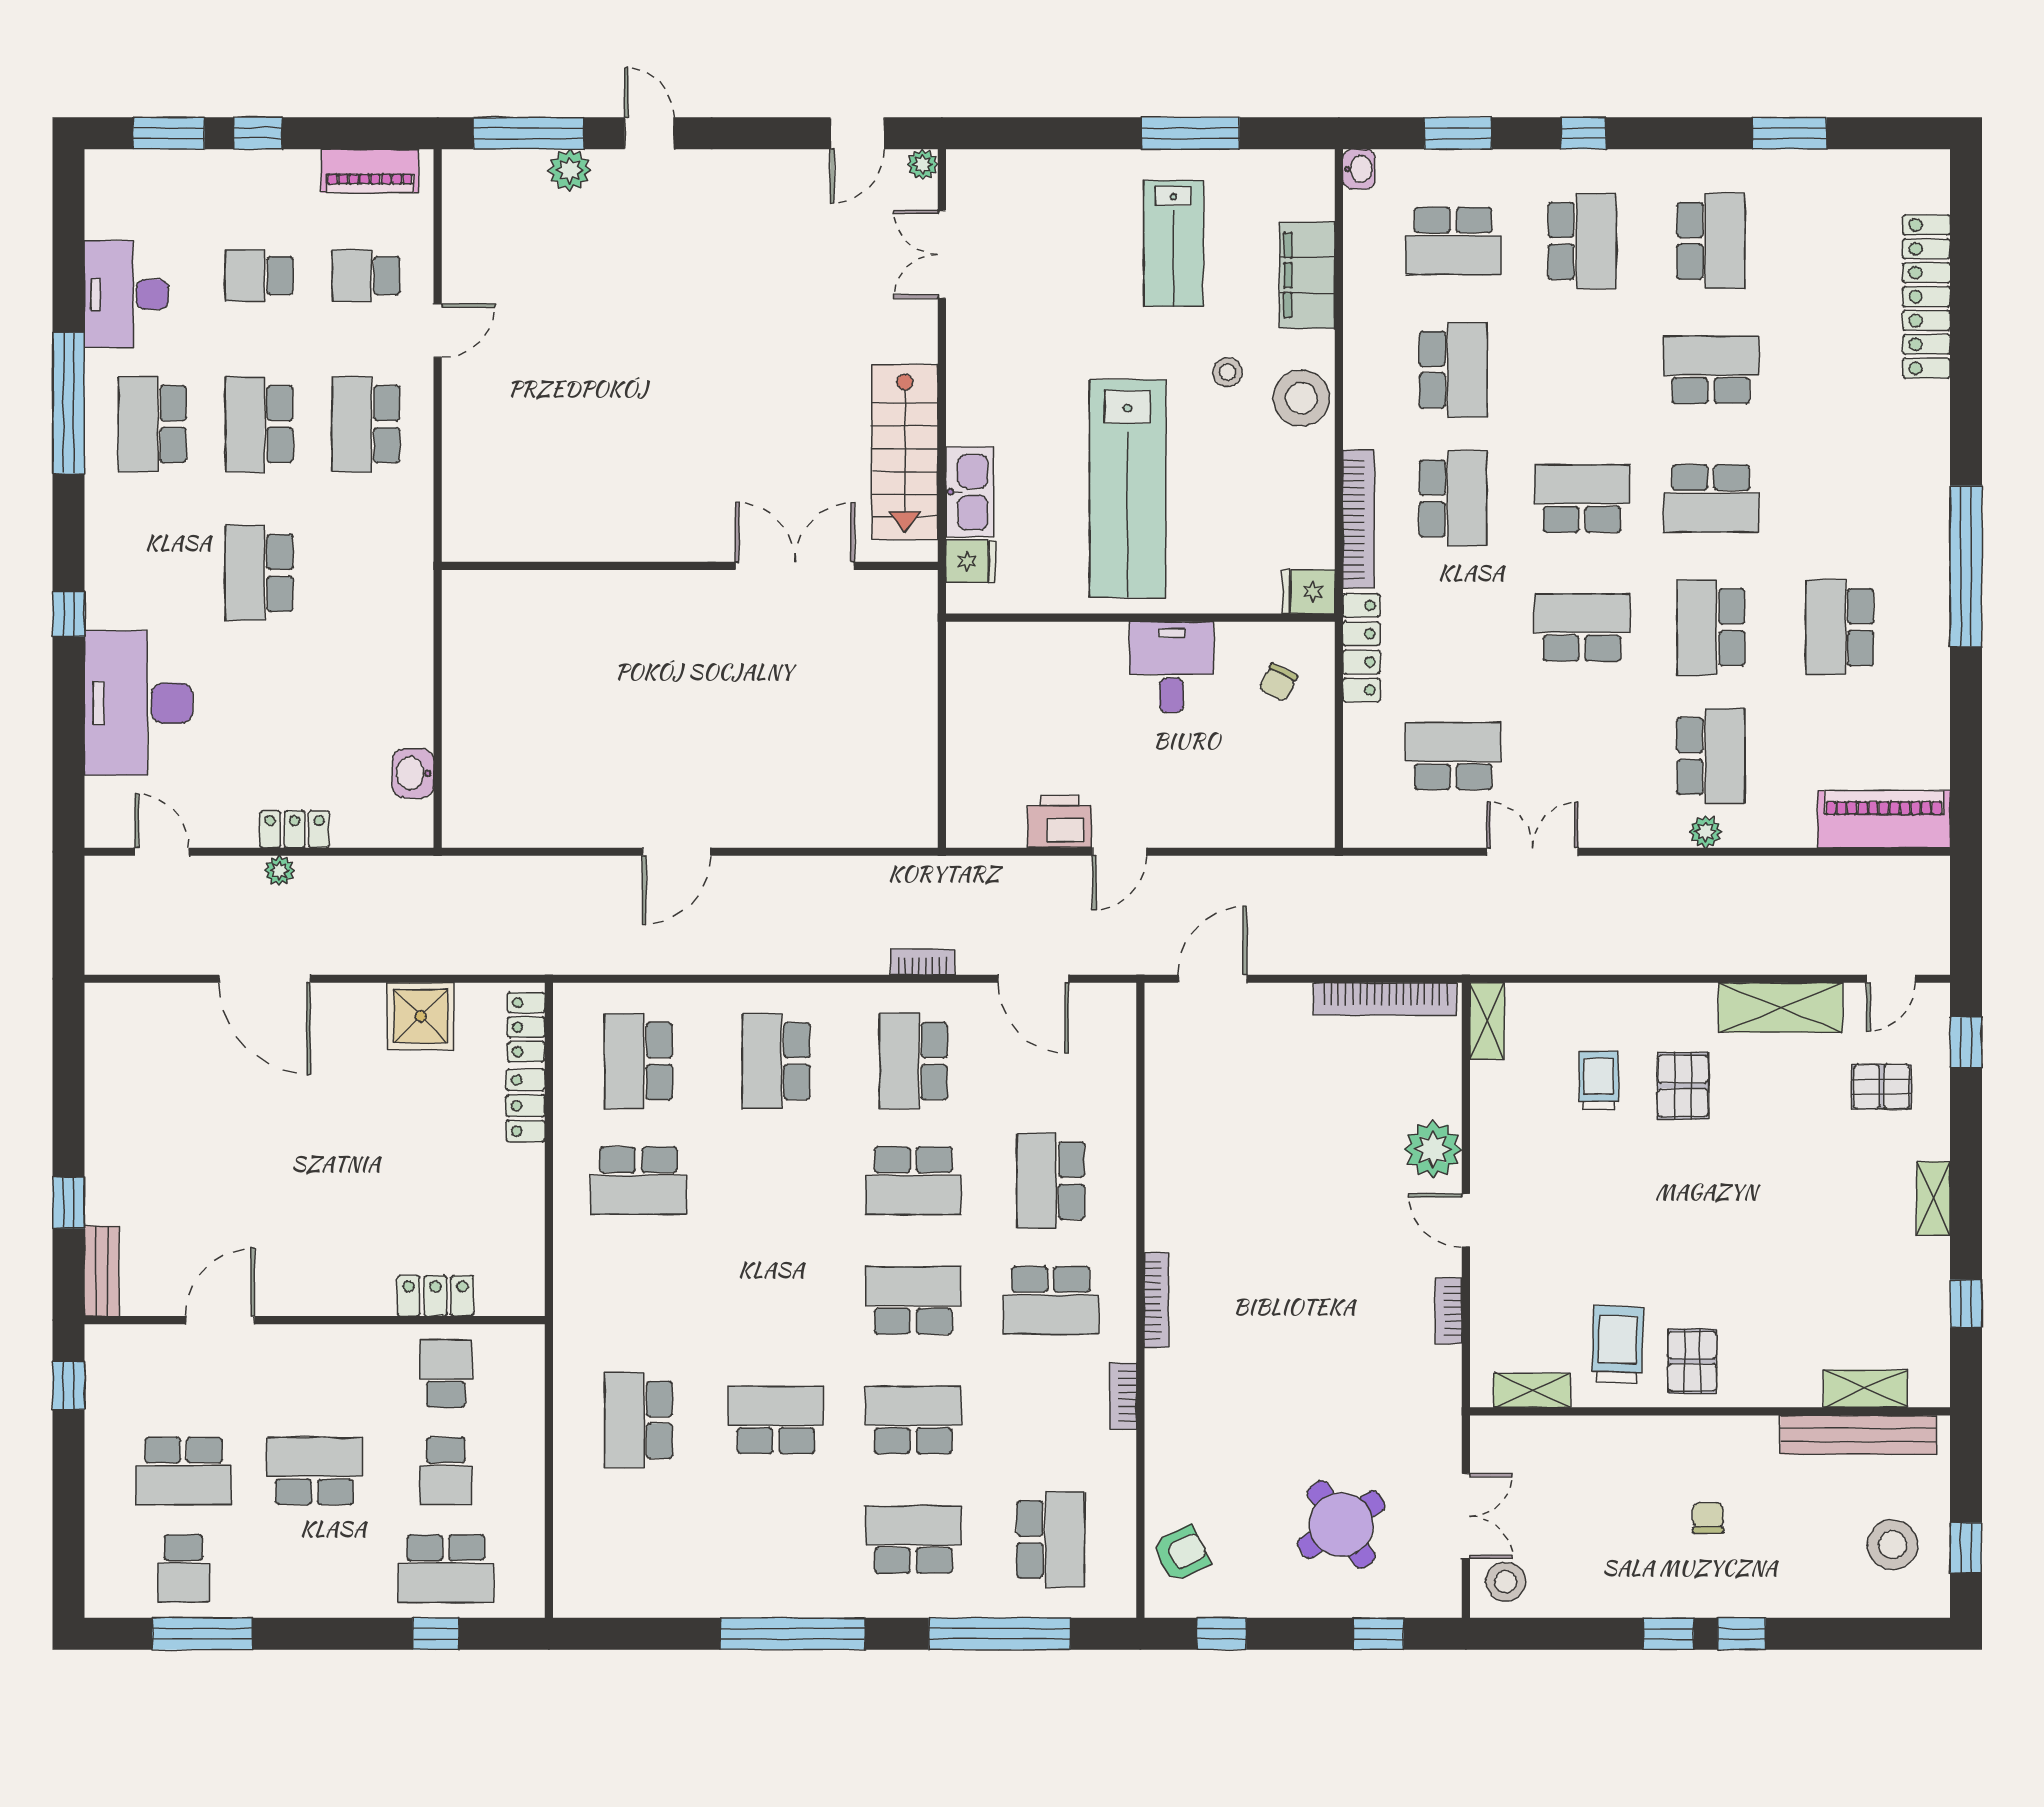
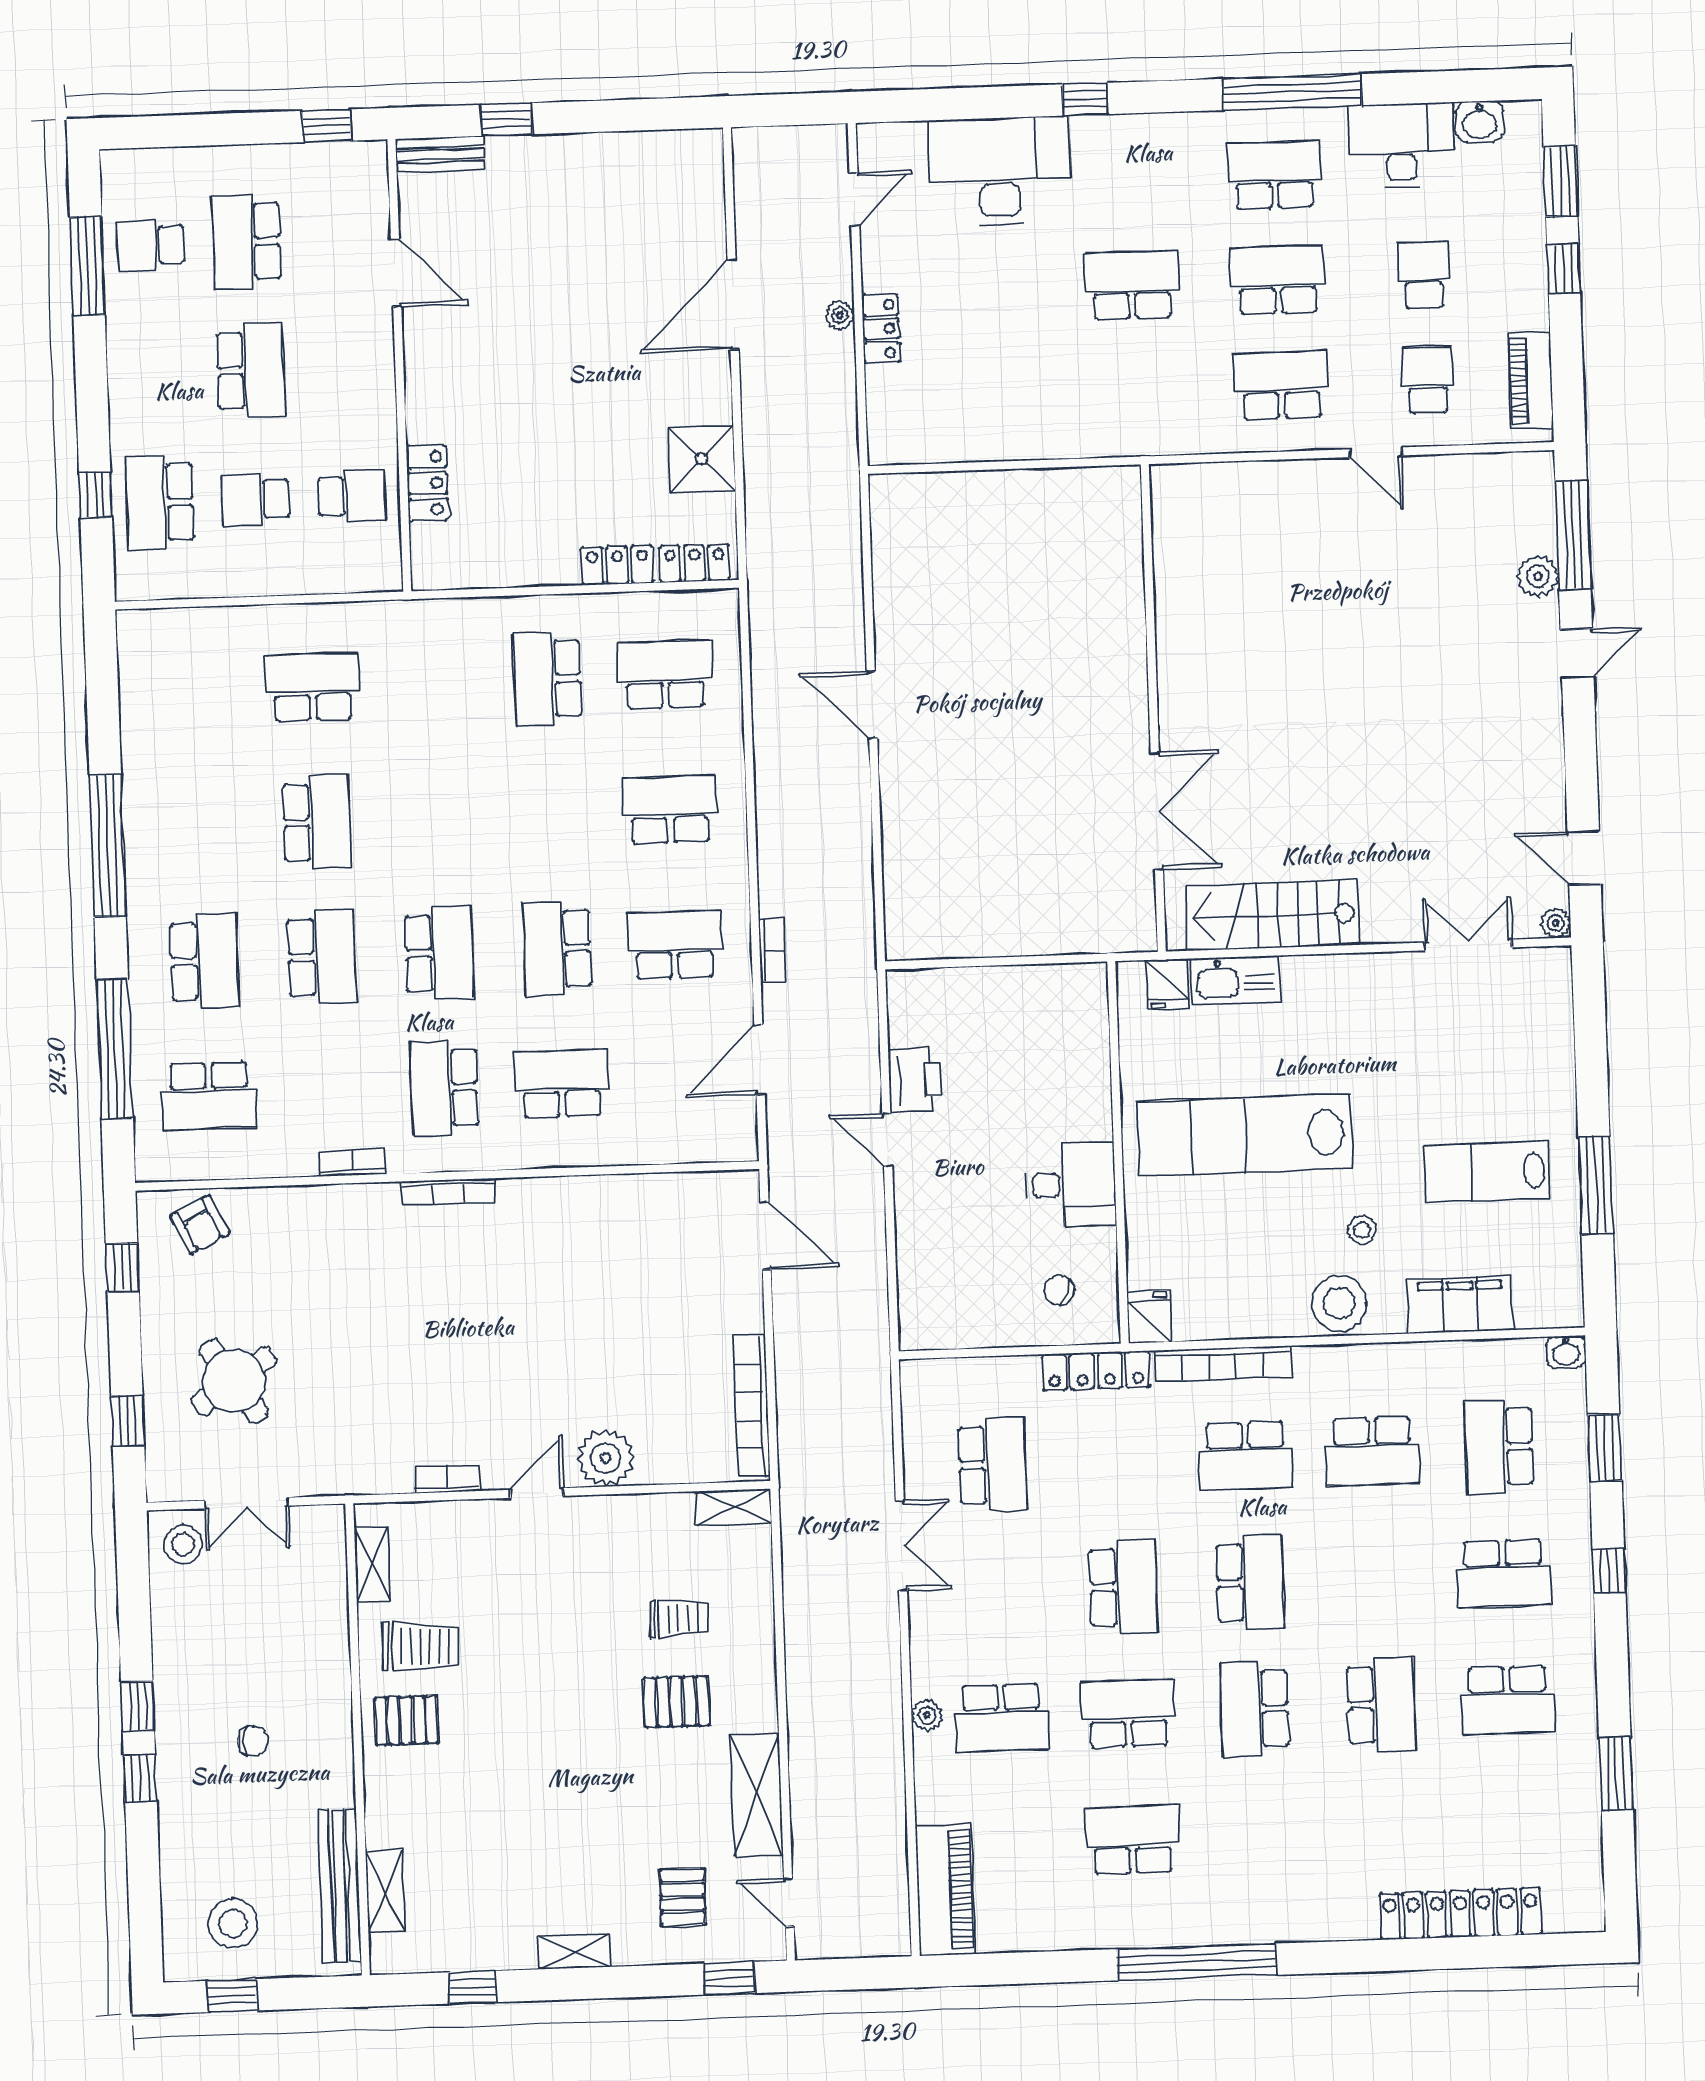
washbasin: (413, 773) -> (1480, 122), moved, turned 180

